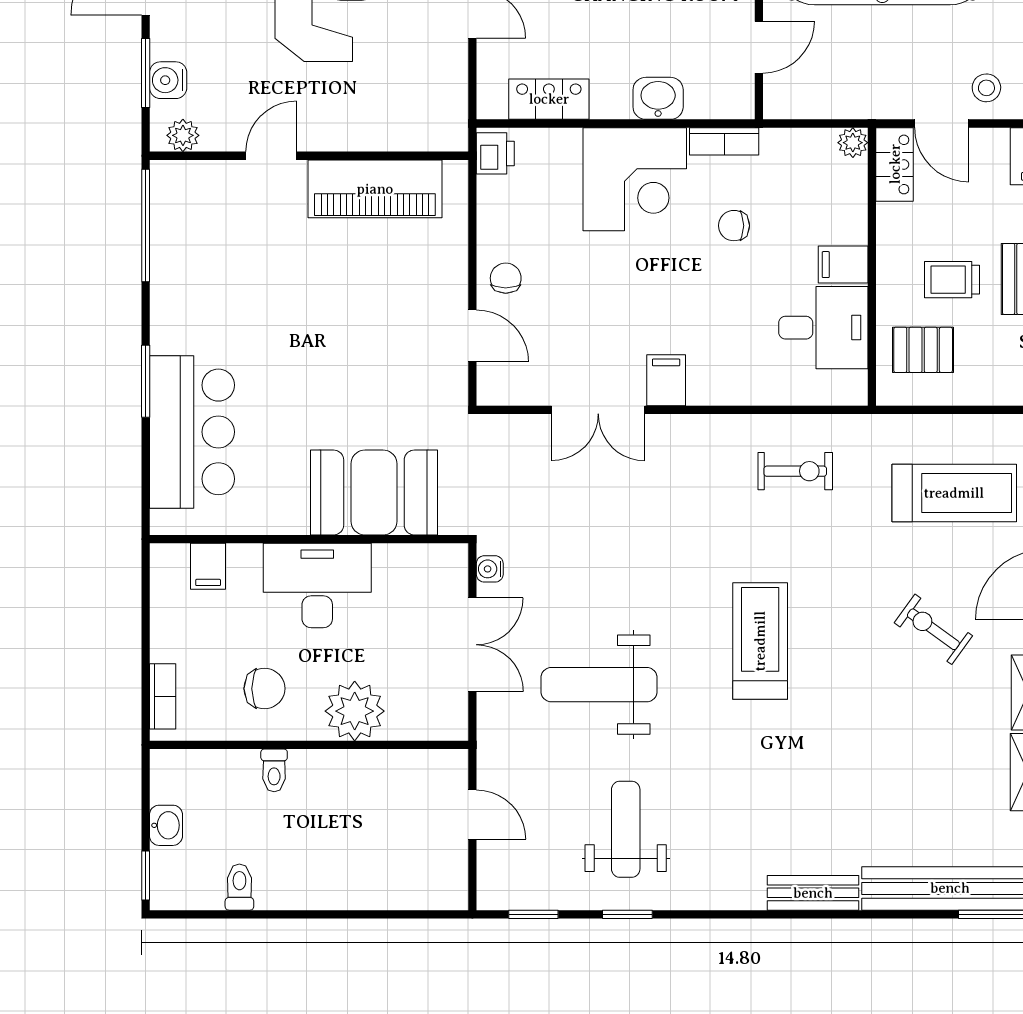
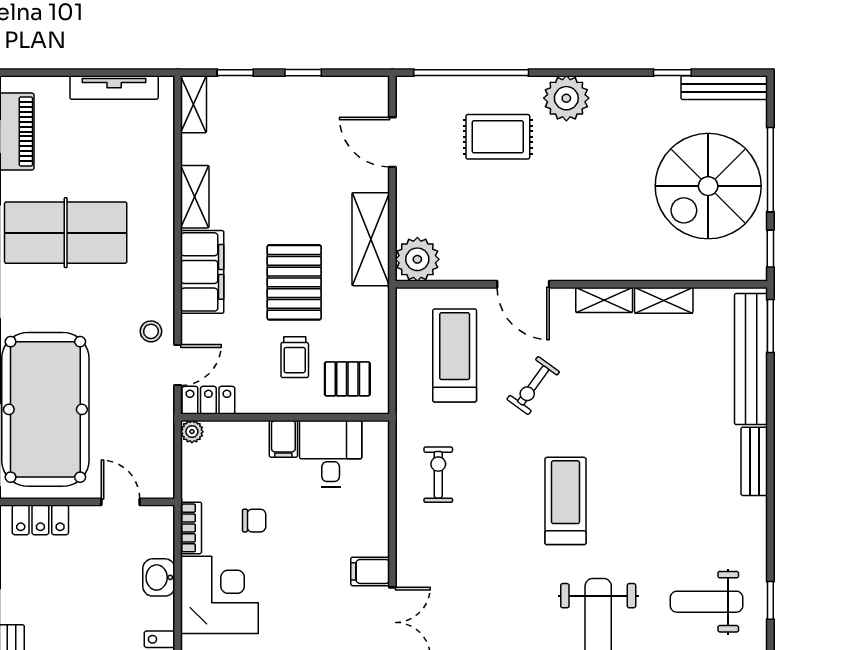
chair: (734, 226) -> (254, 521), turned -90
pallet: (923, 350) -> (347, 379), turned 90
exercise bike: (933, 629) -> (533, 386), moved
treadmill: (760, 641) -> (565, 501), turned 90

